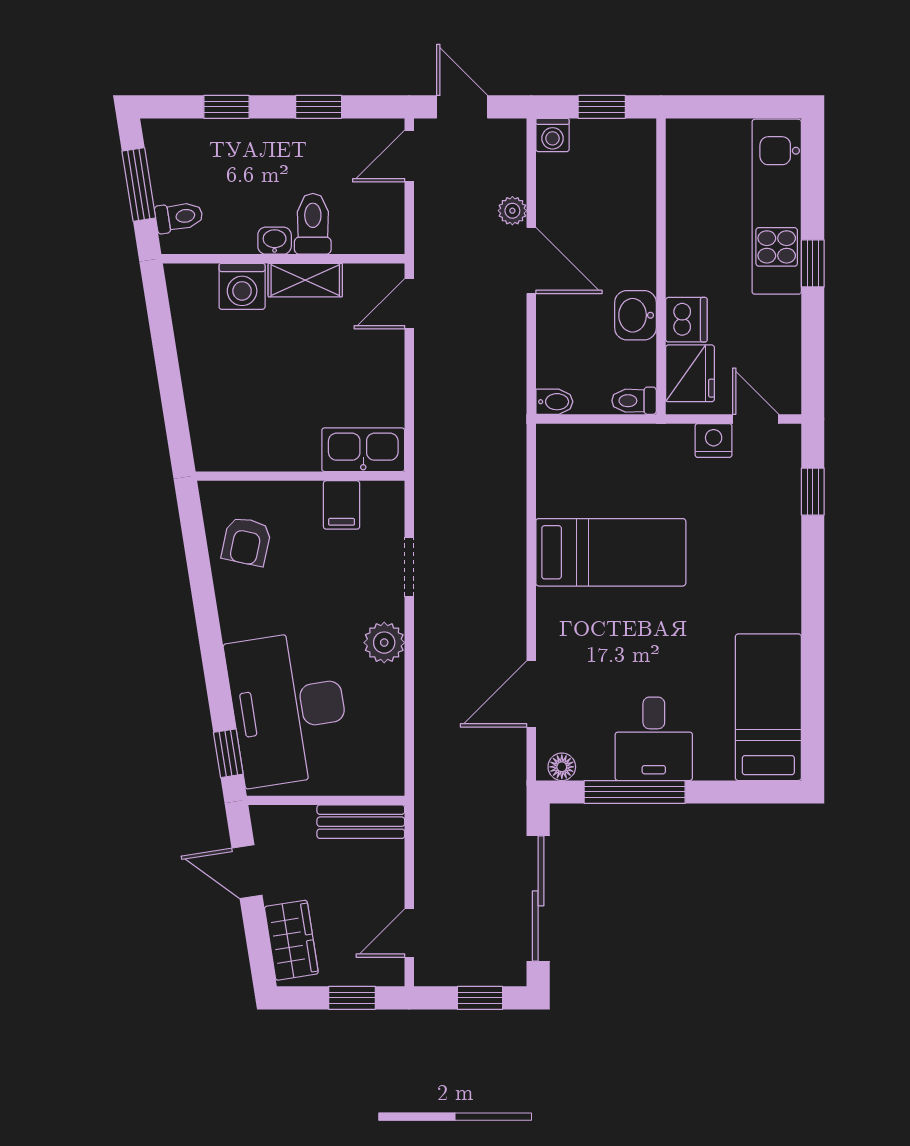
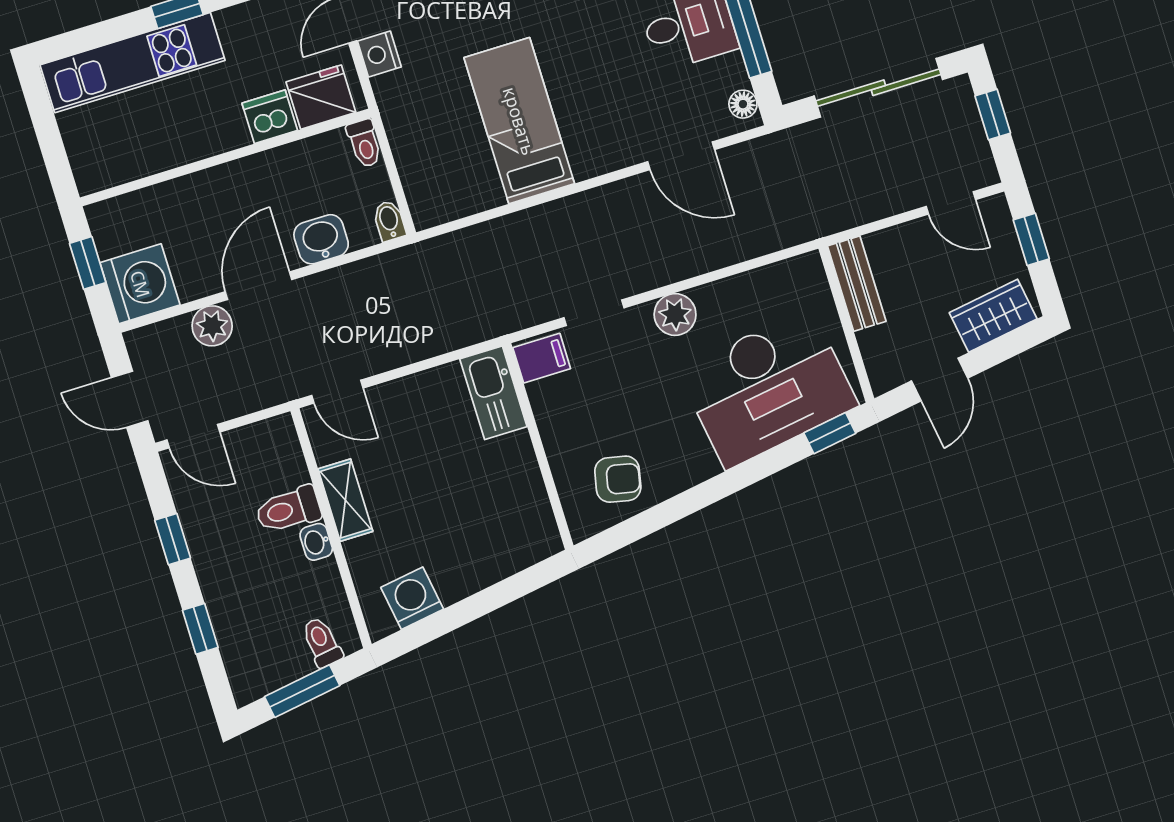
door: (462, 107) -> (130, 399), hinge flipped
washing machine: (553, 135) -> (140, 284), width x1.89, depth x1.89
plant: (512, 211) -> (212, 326), width x1.38, depth x1.38
washing machine: (242, 286) -> (412, 598), moved, turned -99
washbasin: (635, 315) -> (321, 239), moved, turned 180
filing cabinet: (342, 505) -> (542, 358), moved

